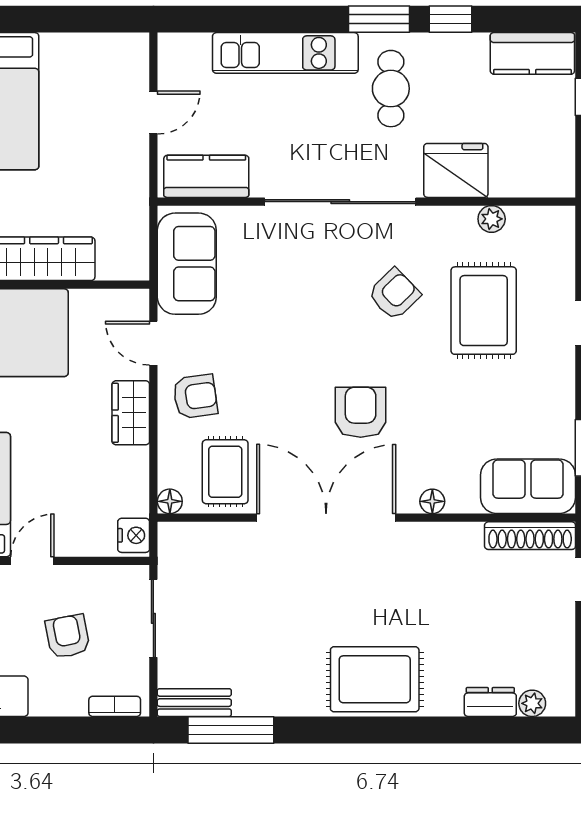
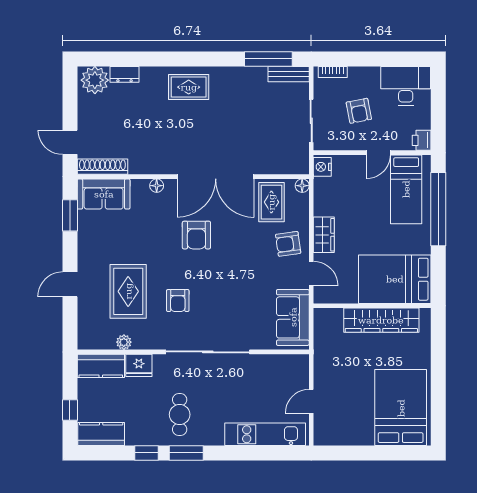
kitchen unit: (285, 53) -> (265, 434), moved
fridge: (456, 170) -> (139, 365), width x0.73, depth x0.75
kitchen counter: (206, 176) -> (101, 366), moved
armchair: (394, 294) -> (178, 301), turned -46
rug: (375, 679) -> (189, 87), width x0.73, depth x0.70
plant: (532, 703) -> (95, 80), width x1.88, depth x1.88

